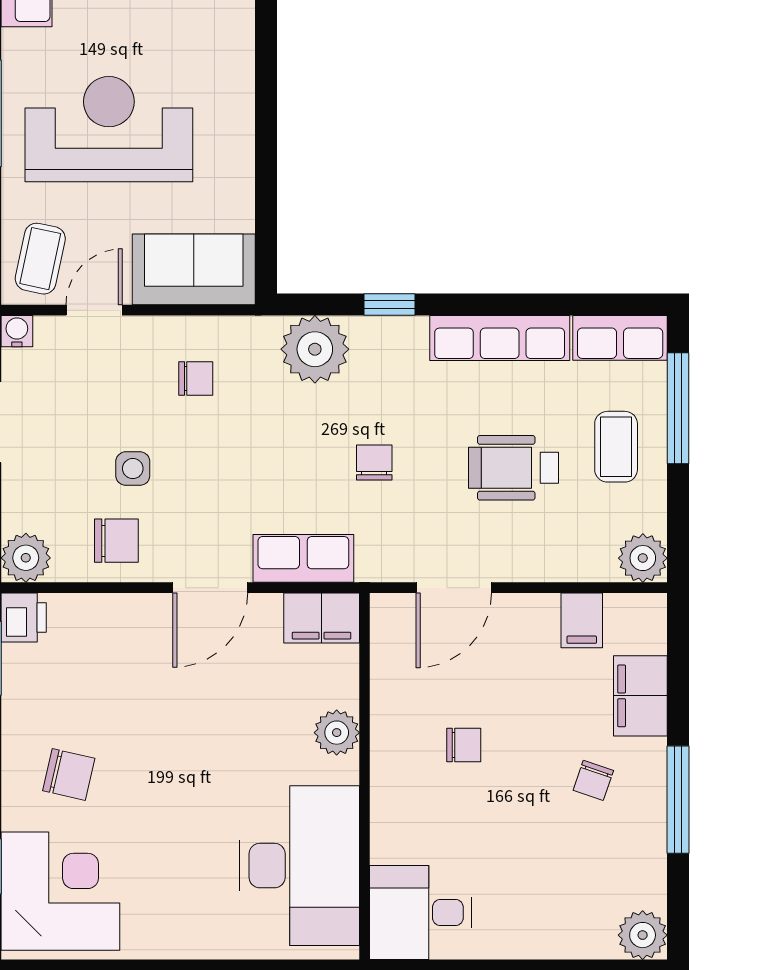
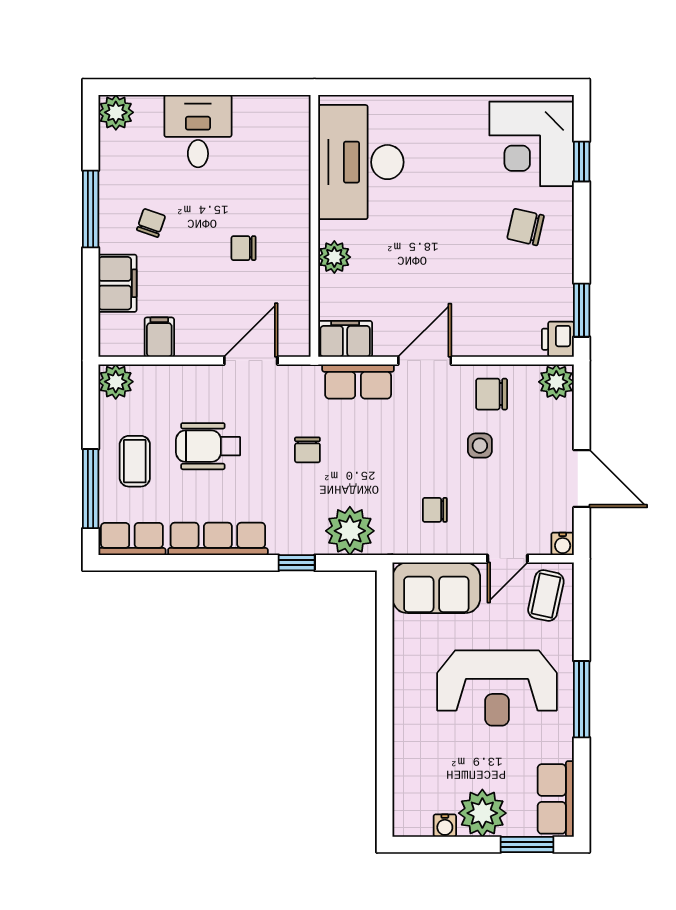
wheelchair: (513, 468) -> (208, 446), turned 180
desk: (420, 913) -> (198, 131), moved, turned -90

